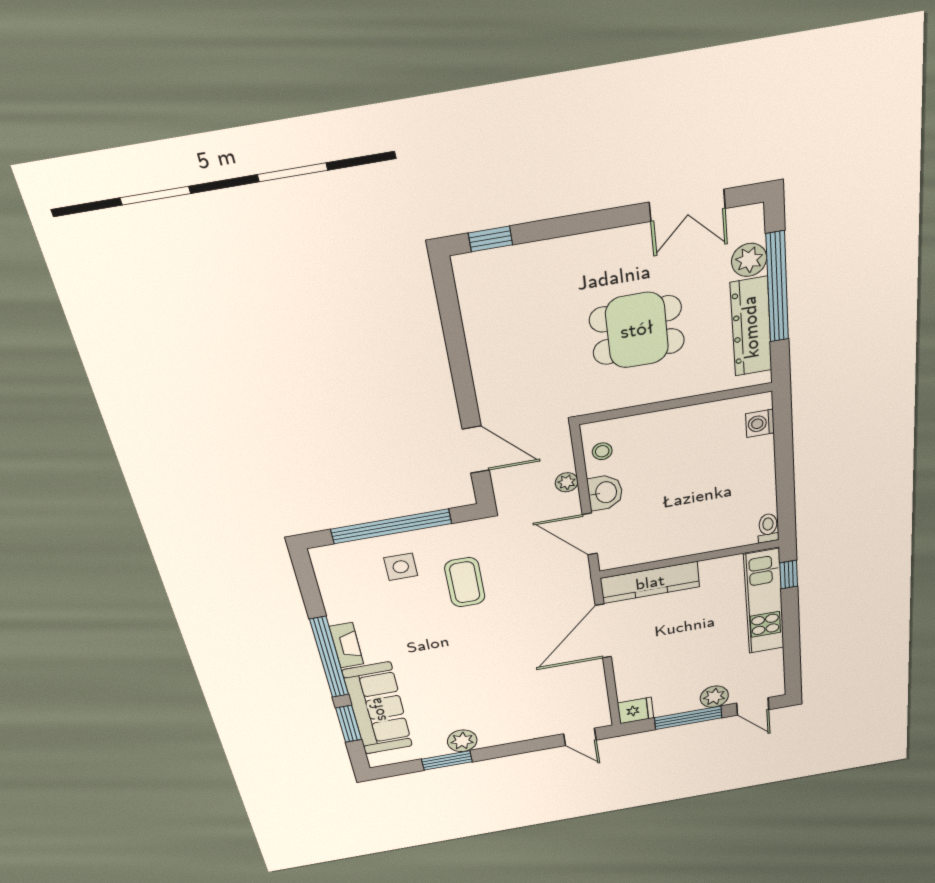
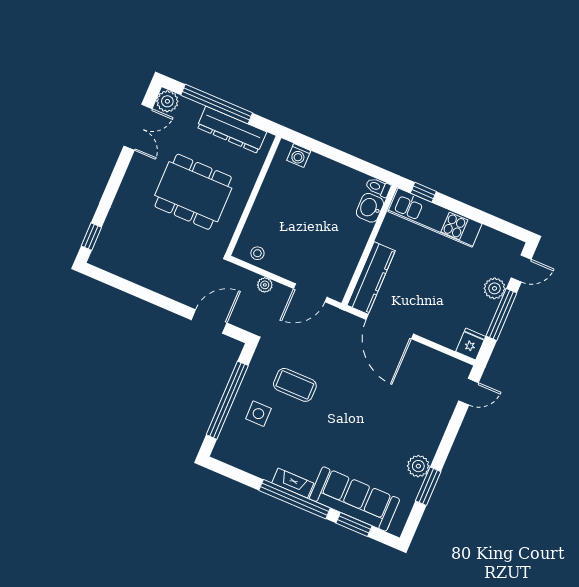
plant: (749, 260) -> (167, 101), moved
dining table: (637, 330) -> (193, 192), width x1.38
washbasin: (605, 492) -> (370, 208), moved, turned -90

